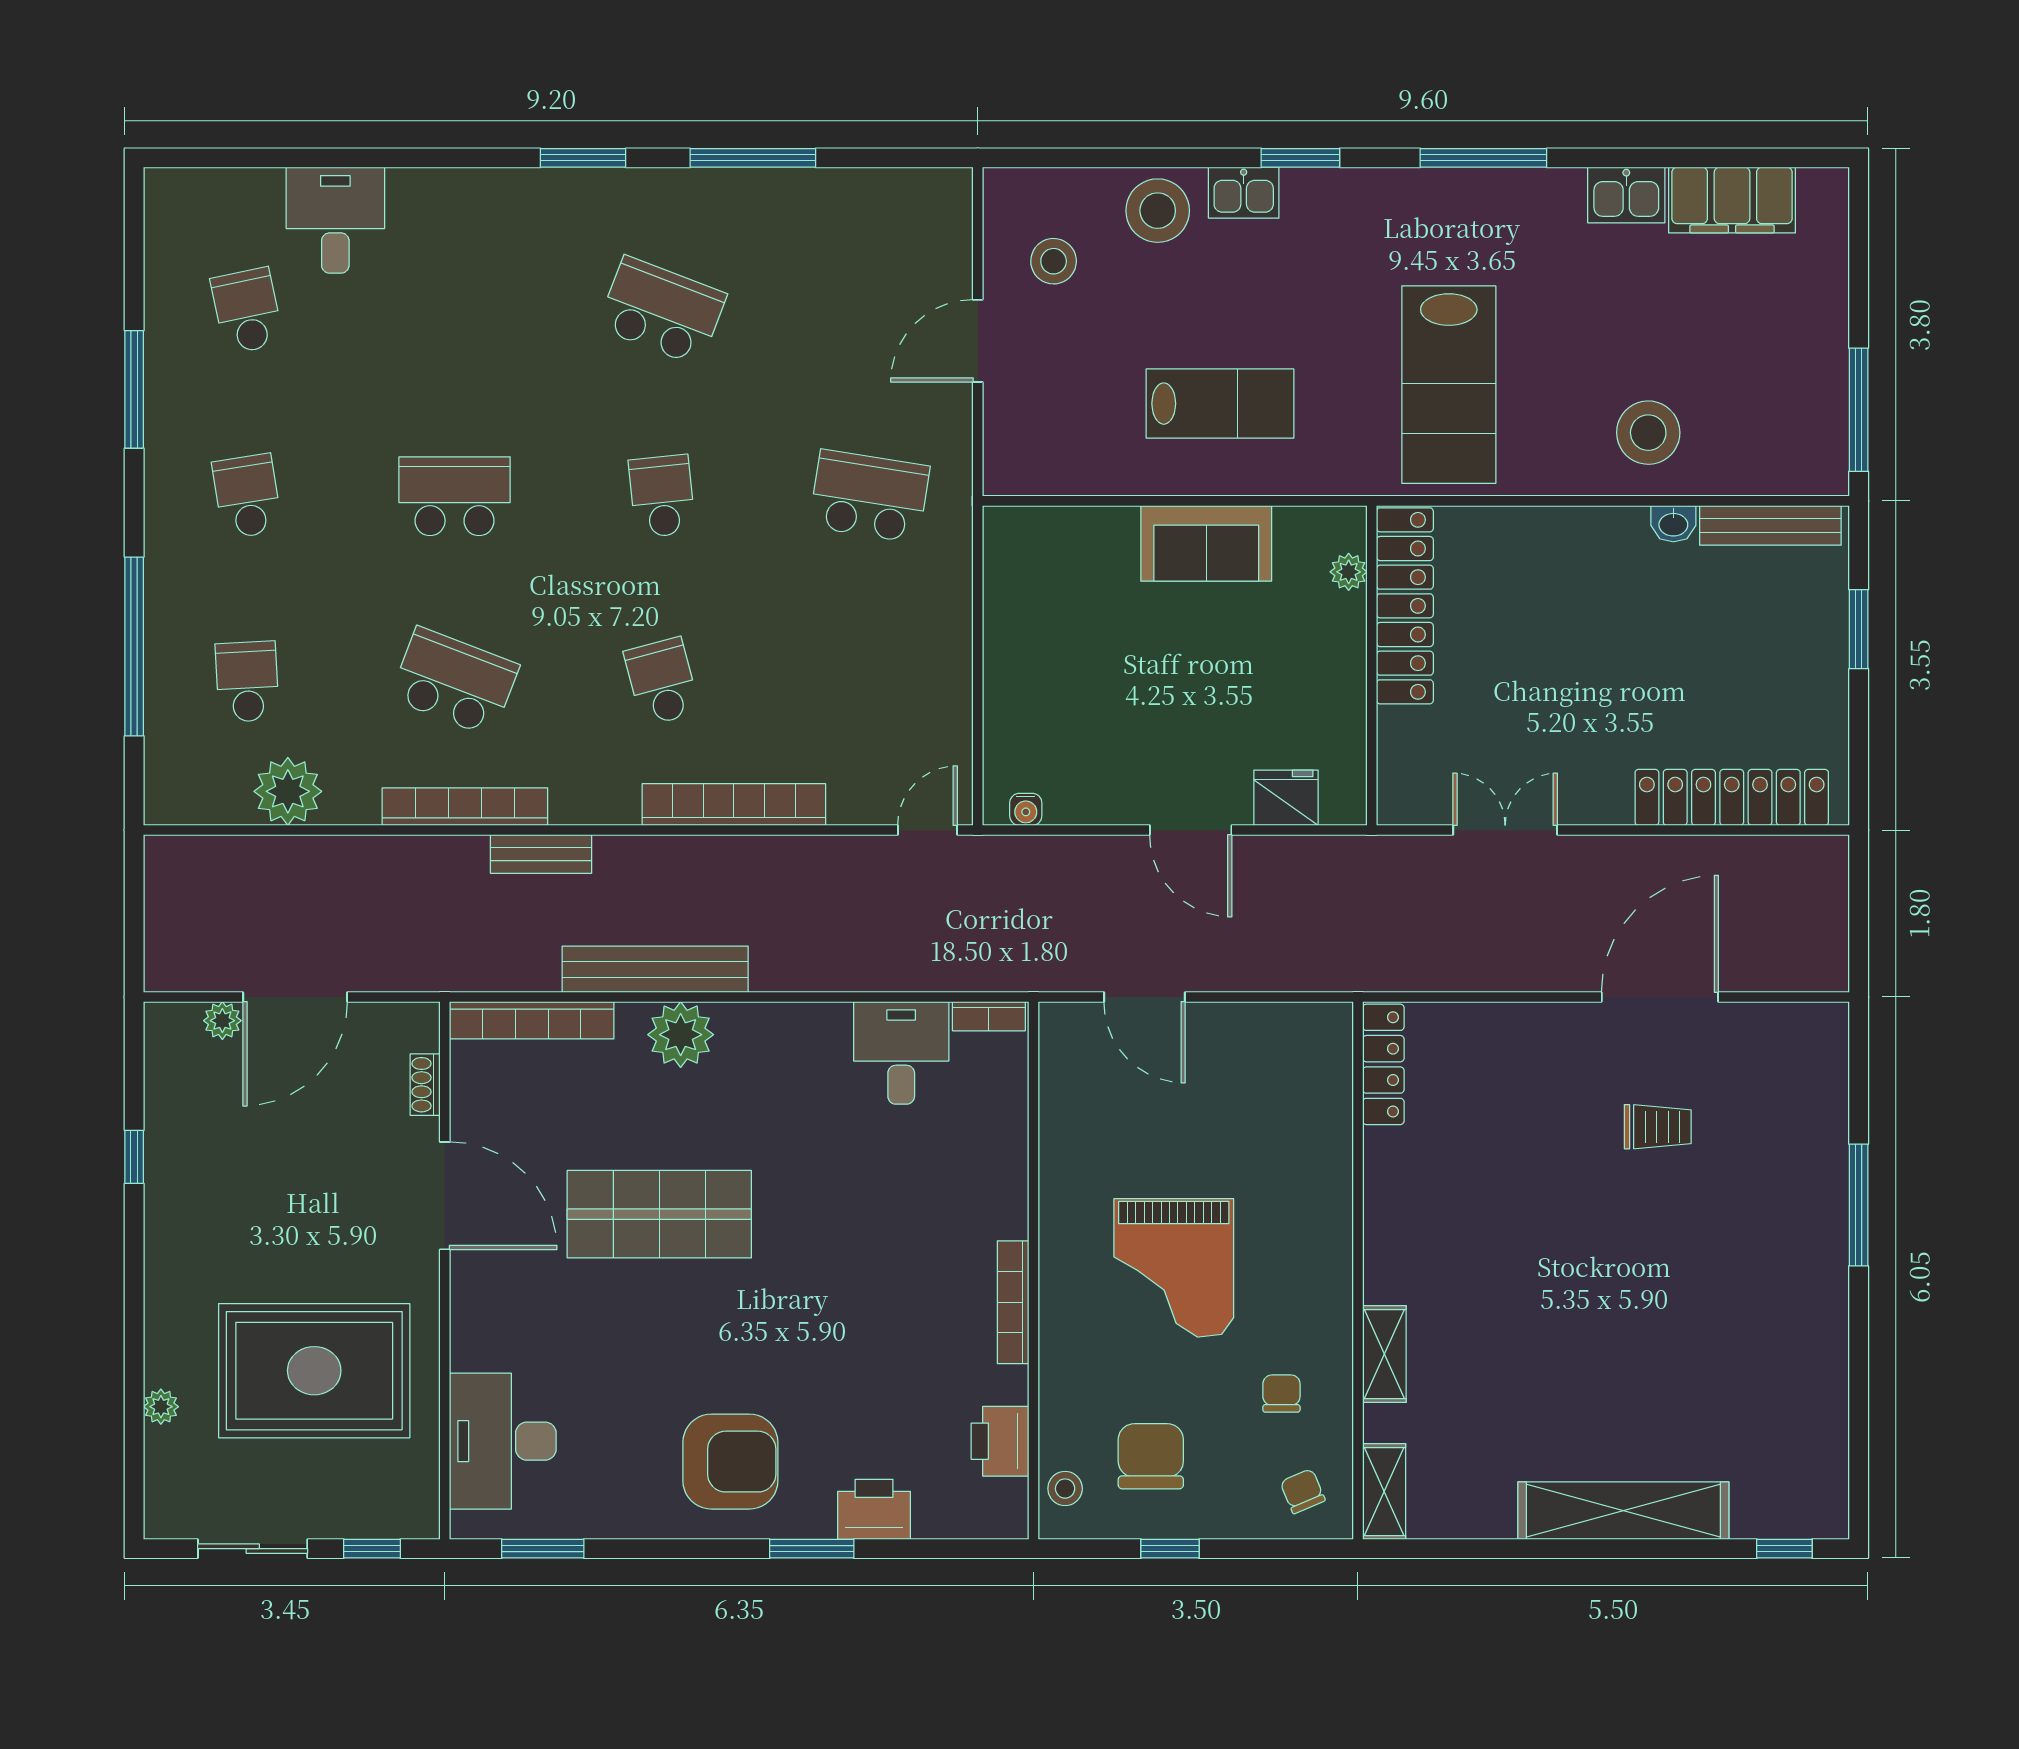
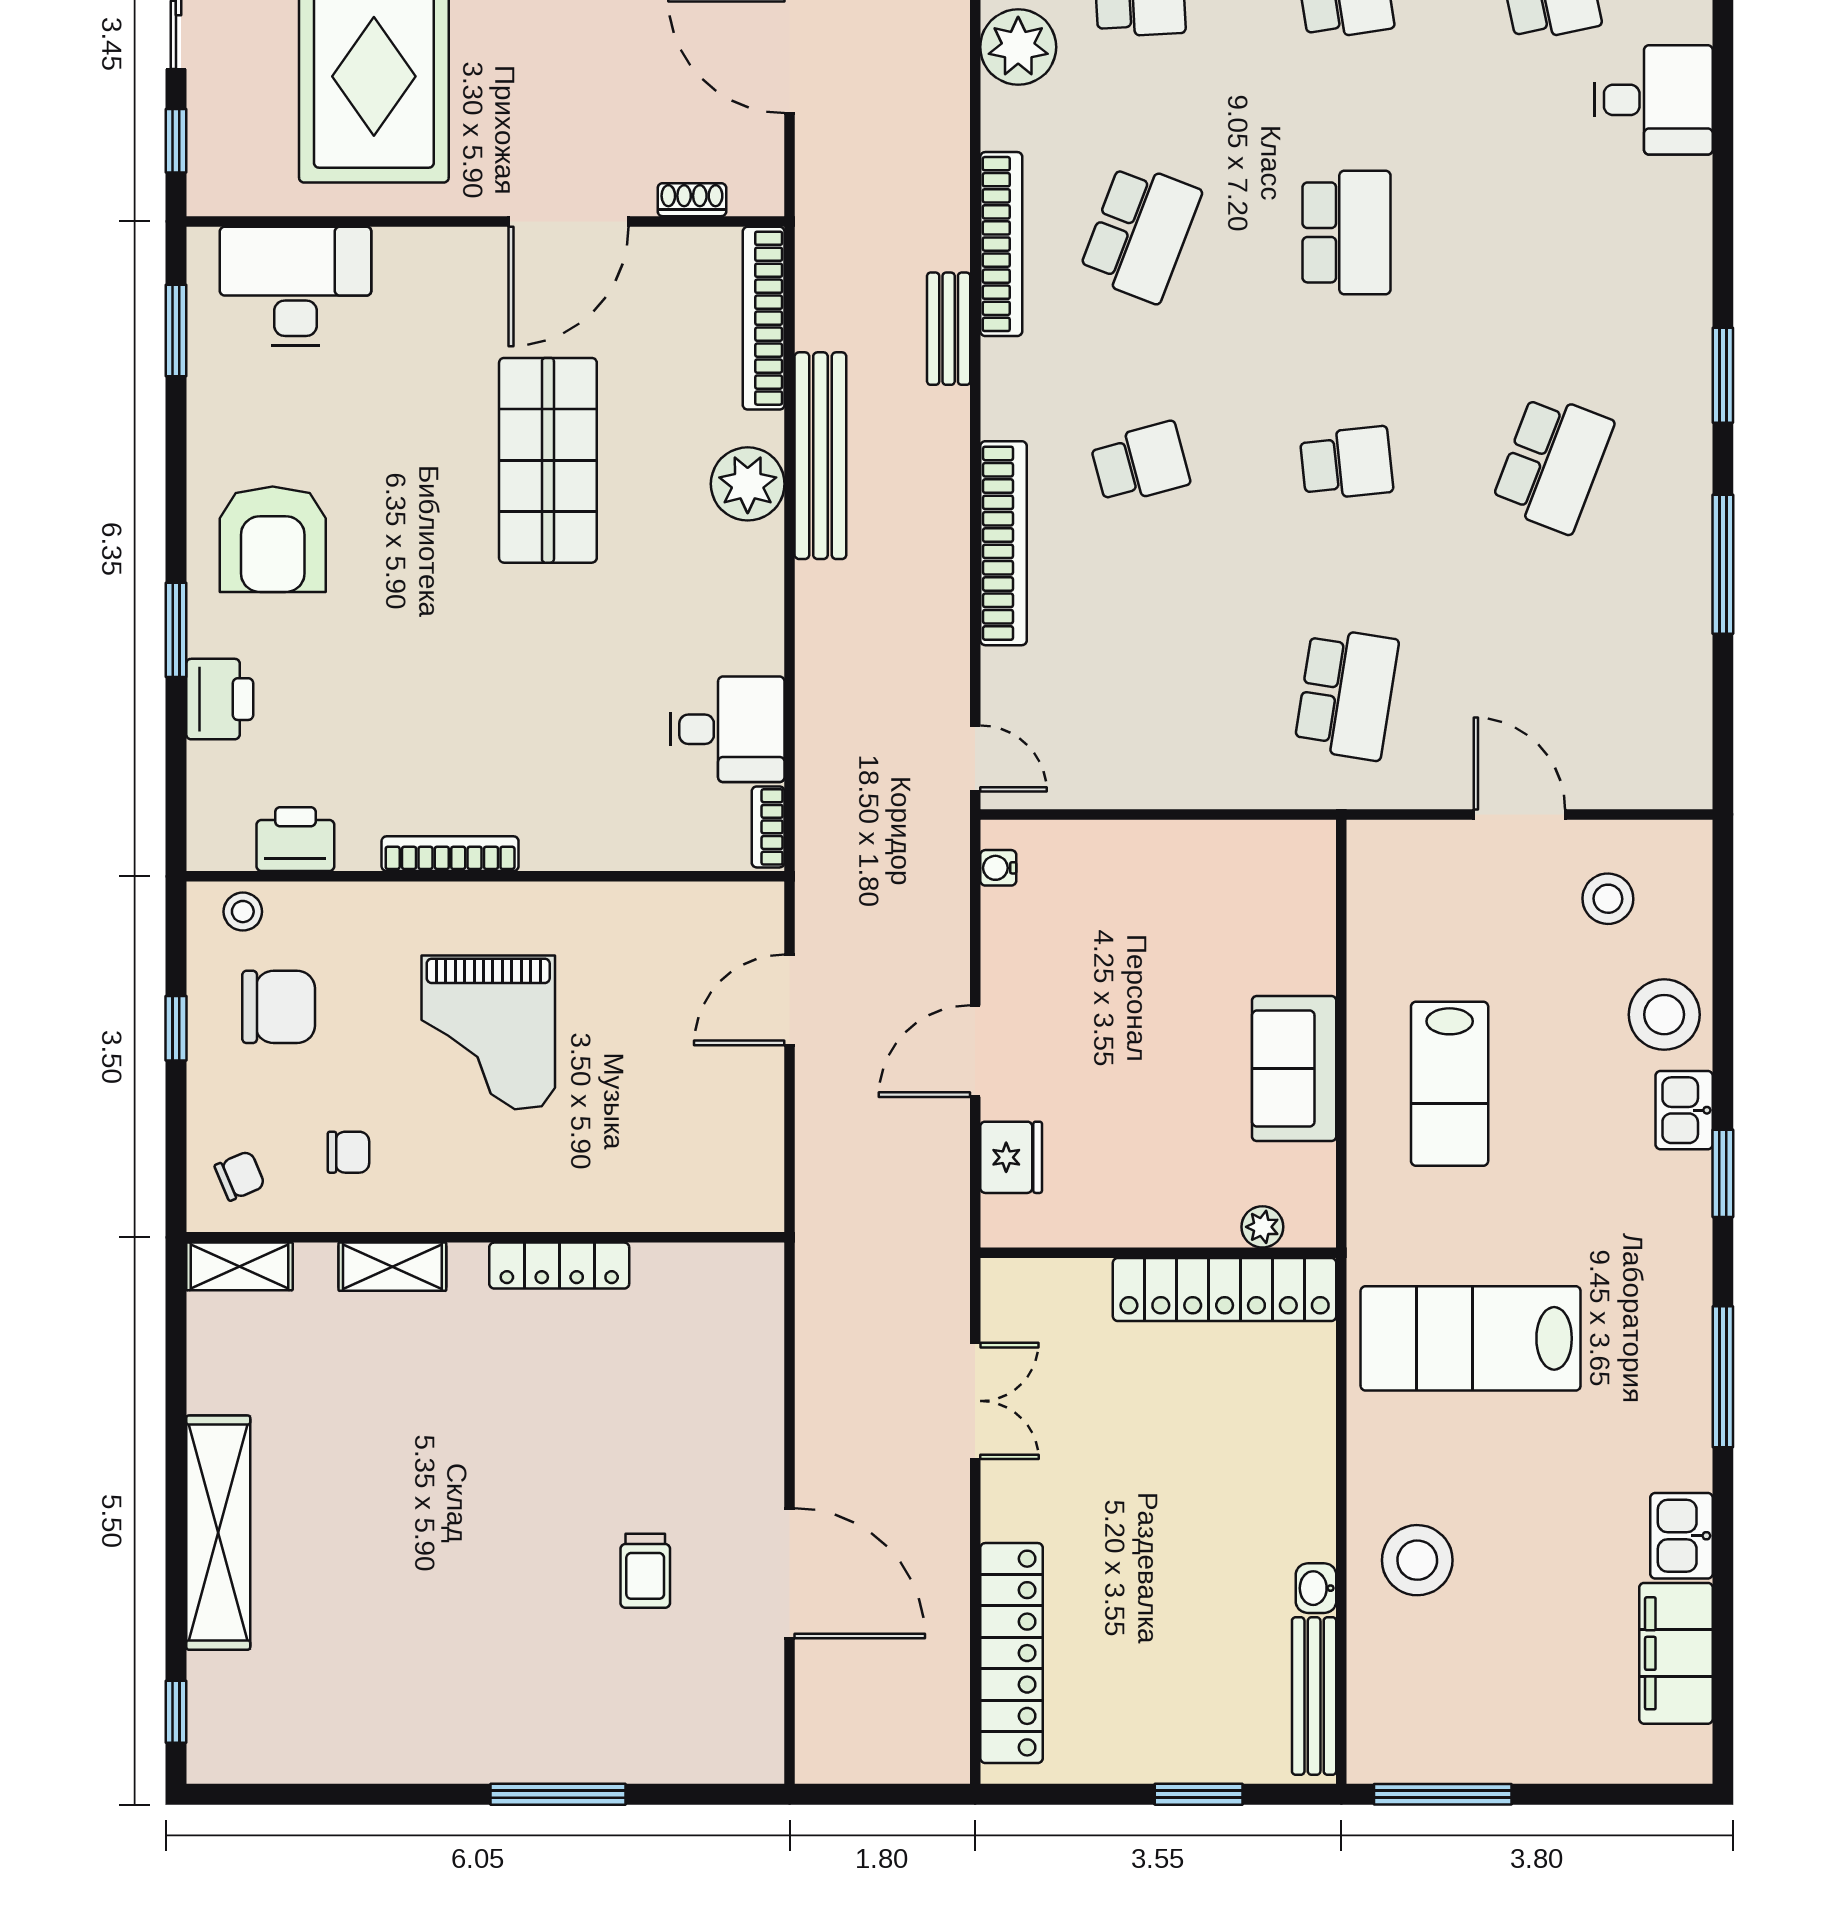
locker: (1383, 1064) -> (559, 1266), moved
grand piano: (1174, 1268) -> (488, 1032), turned -90

